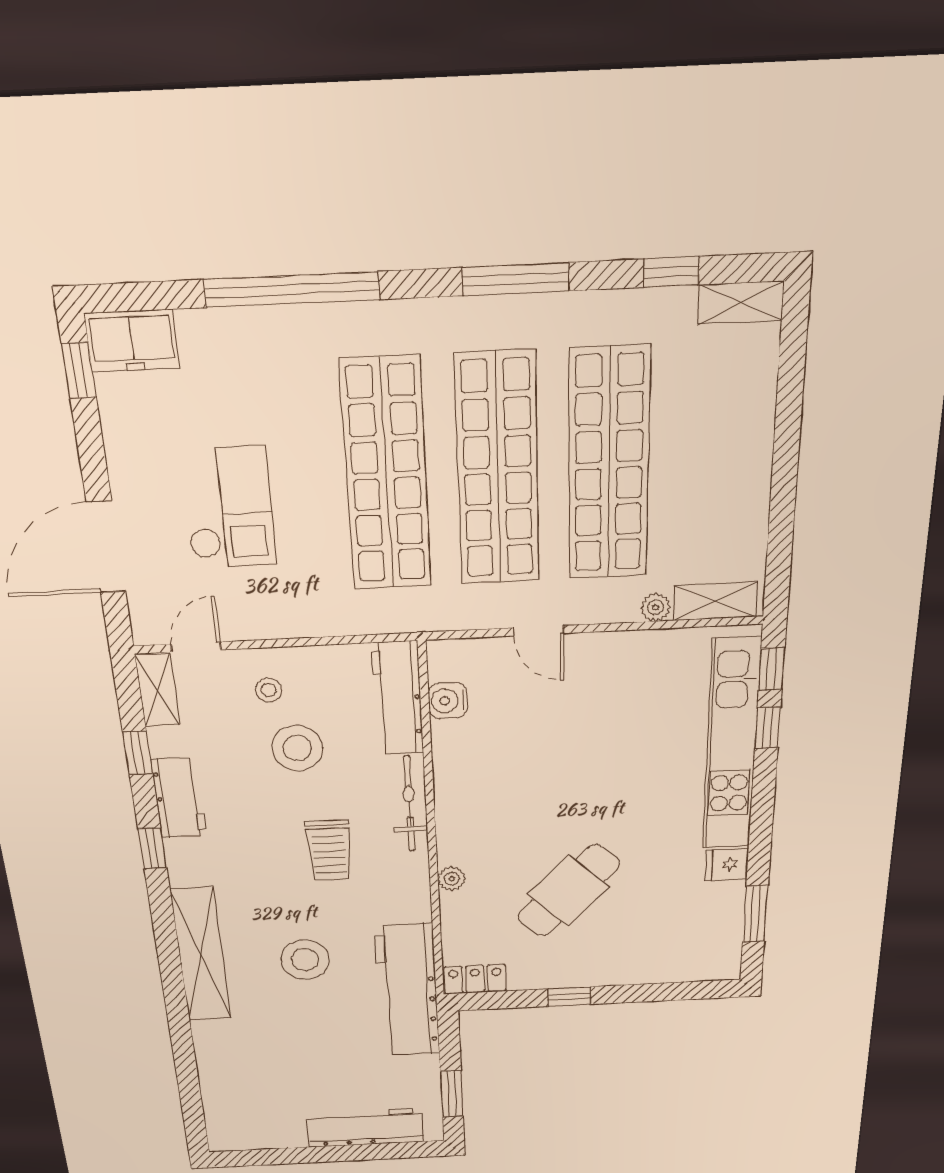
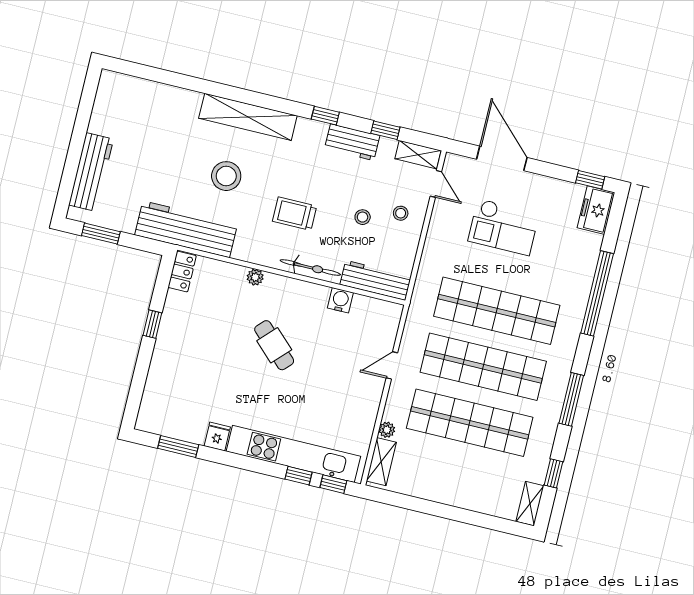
water cooler: (448, 701) -> (340, 300), moved
stool: (297, 748) -> (363, 217), width x0.53, depth x0.53
cafe table: (568, 891) -> (274, 345), moved, width x0.73, depth x0.74

